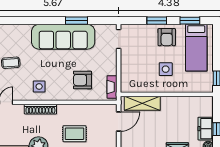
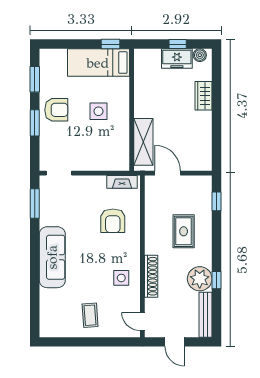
window: (76, 21) -> (35, 204), moved
sofa: (63, 37) -> (52, 257), width x0.74, depth x0.79
bed: (196, 48) -> (98, 63), moved, turned 180

